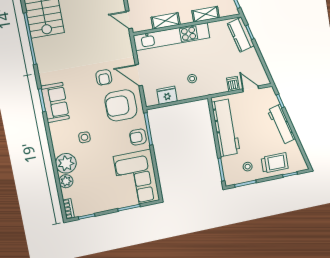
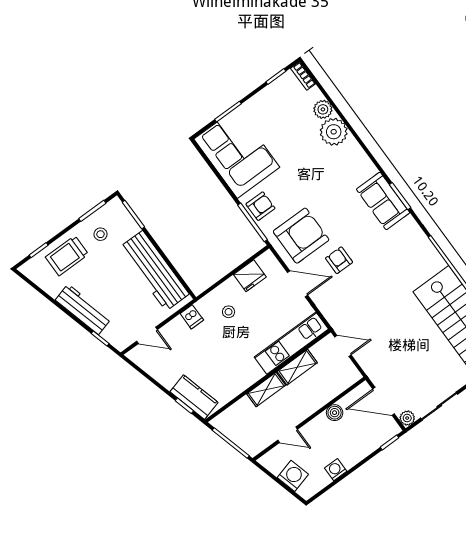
shelving: (206, 14) -> (266, 390), moved
kitchen unit: (172, 37) -> (291, 343), width x0.73
dishwasher: (233, 84) -> (192, 317), moved
side table: (84, 137) -> (327, 175), removed

